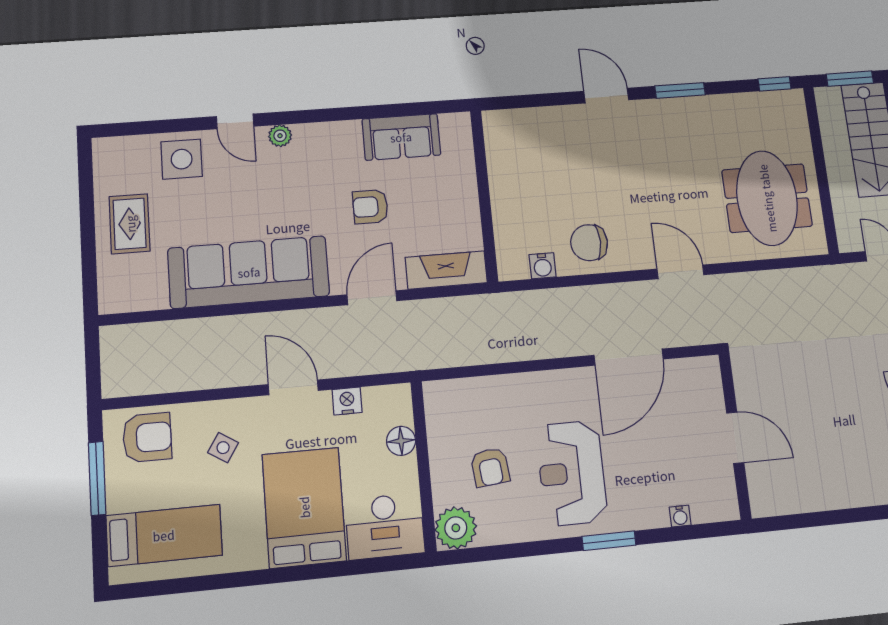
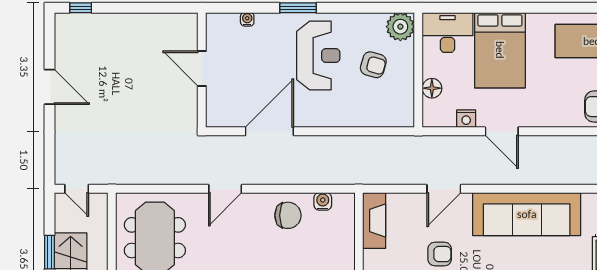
fireplace: (446, 270) -> (374, 220), moved, turned -90
door: (680, 272) -> (225, 189), hinge flipped
side table: (223, 448) -> (551, 95), removed
armchair: (490, 467) -> (373, 65), turned 112

